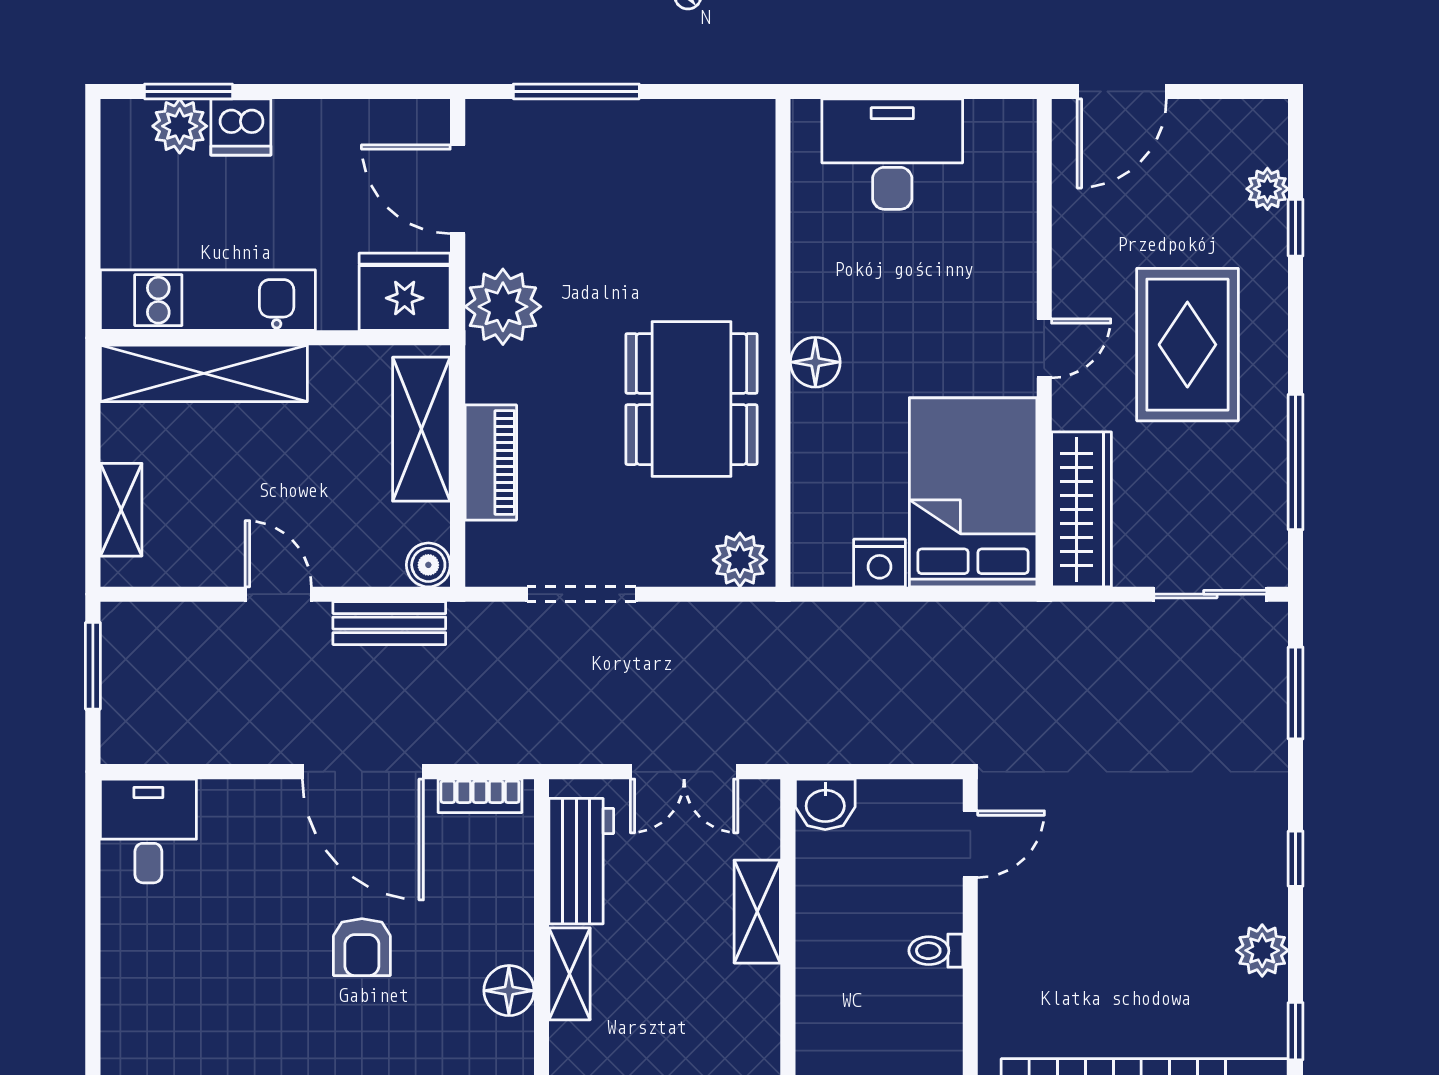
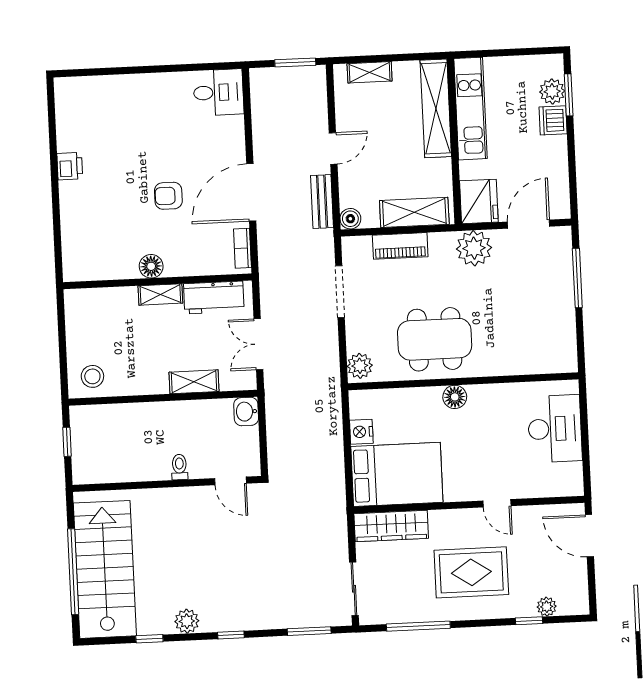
door: (1044, 348) -> (497, 503), moved

